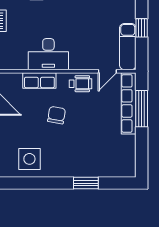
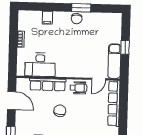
desk: (48, 54) -> (40, 65), moved
row of seats: (39, 81) -> (48, 85), width x1.48
window: (142, 109) -> (123, 108), removed

